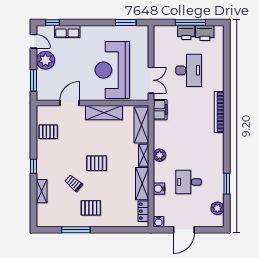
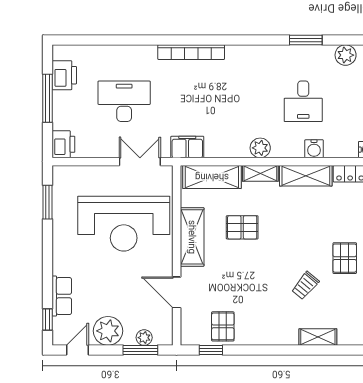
printer: (186, 33) -> (63, 144), moved
plant: (41, 83) -> (144, 338), added
pallet: (97, 163) -> (242, 227), moved, turned 90
window: (34, 166) -> (211, 350), moved

